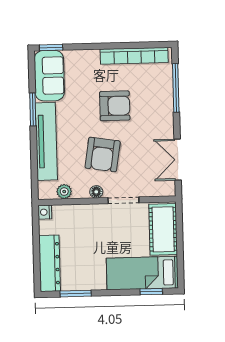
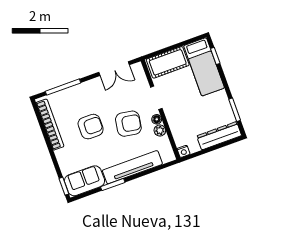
armchair: (115, 106) -> (91, 127), turned 90
plant: (64, 192) -> (160, 131), moved

